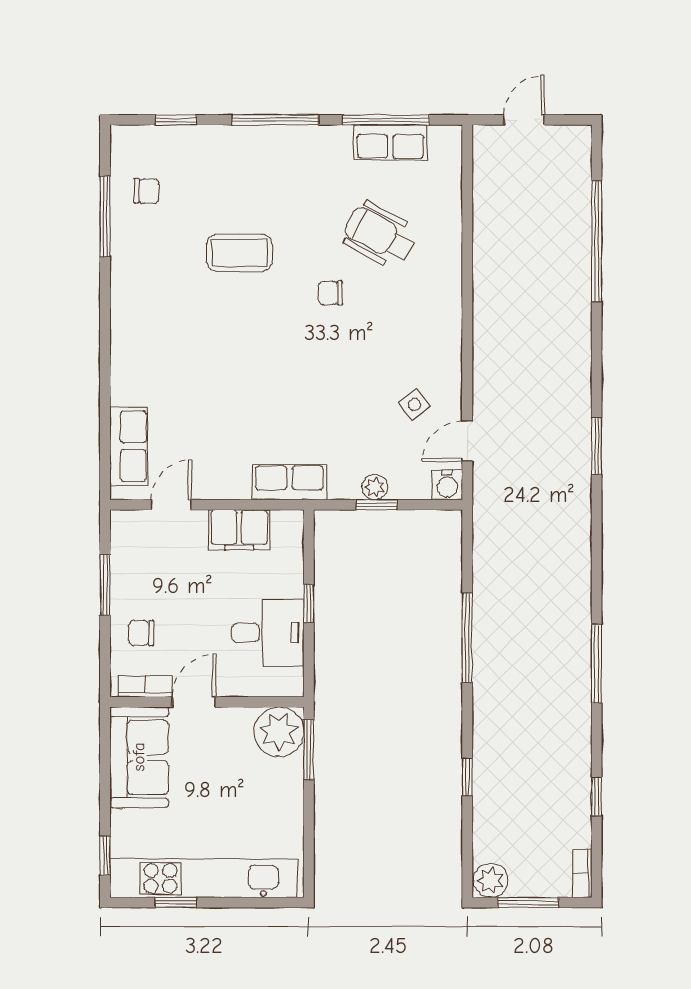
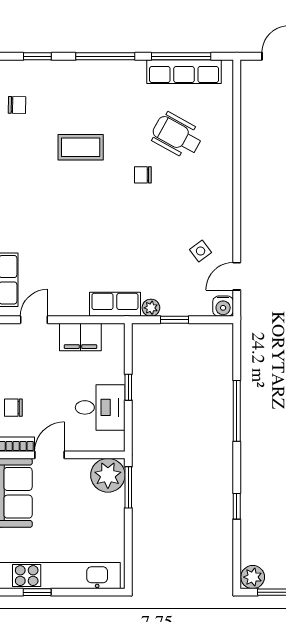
row of seats: (390, 142) -> (184, 72), width x1.48
plant: (375, 487) -> (151, 308), moved

